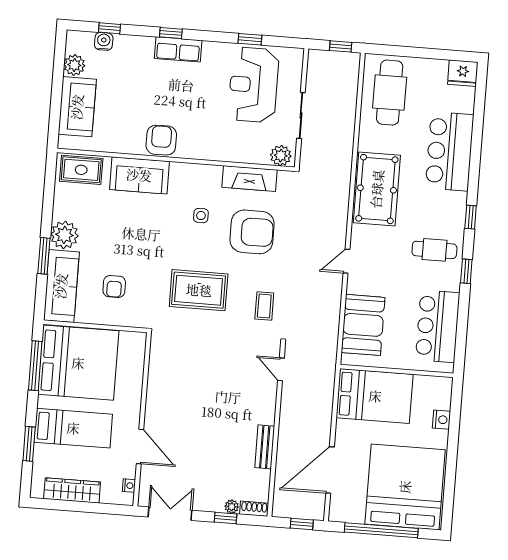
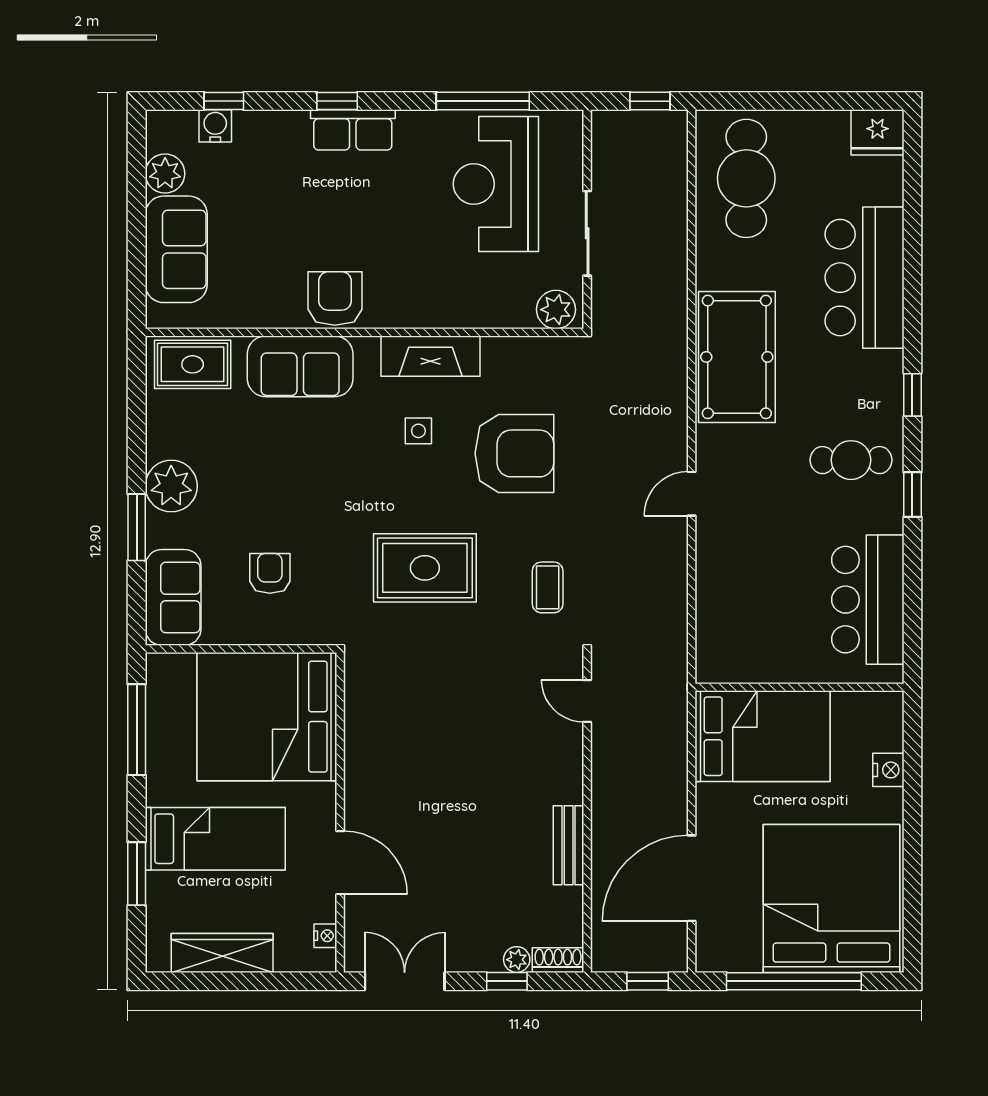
window: (250, 39) -> (483, 101), width x2.17
fireplace: (250, 179) -> (431, 356), moved
sofa: (61, 286) -> (173, 597), width x0.73
armchair: (114, 287) -> (270, 573), turned 180
booth: (363, 325) -> (731, 608), removed
bed: (78, 363) -> (267, 717), moved, turned 180

